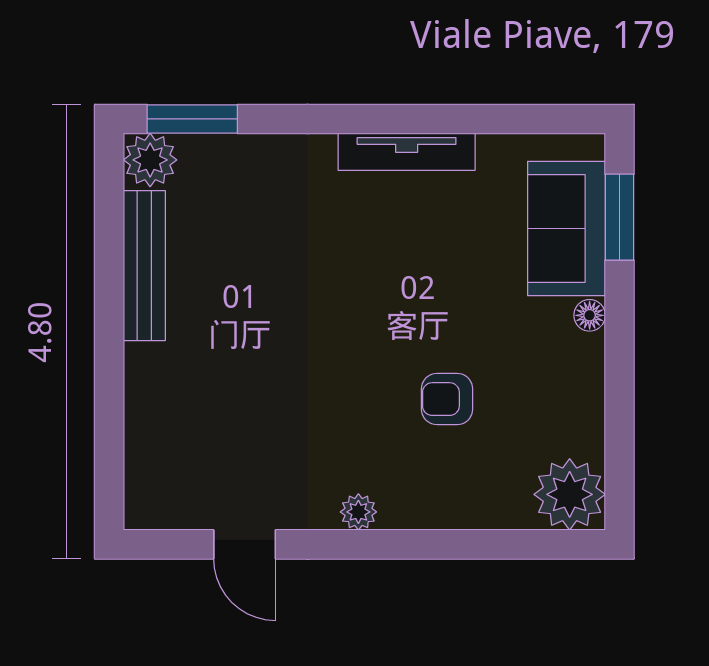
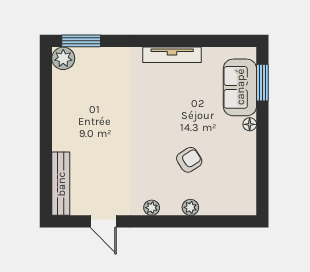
bench: (144, 266) -> (61, 184), moved
armchair: (447, 399) -> (189, 160), turned 147
plant: (570, 494) -> (190, 207), moved, width x0.53, depth x0.53

